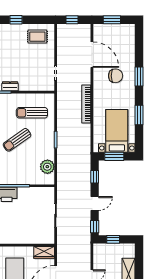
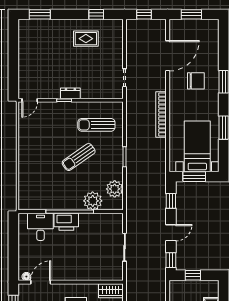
window: (16, 20) -> (96, 14), moved
rug: (37, 37) -> (86, 39), moved
door: (92, 55) -> (168, 56), hinge flipped
plant: (29, 177) -> (93, 201), added

